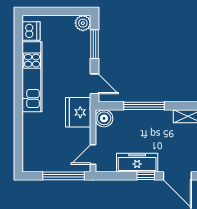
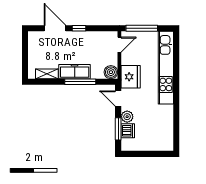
plant: (83, 23) -> (127, 117), moved
dishwasher: (31, 31) -> (128, 131), moved, turned 180
kitchen unit: (32, 77) -> (166, 68), moved, width x1.36
freezer: (137, 163) -> (75, 72), moved, turned 180

